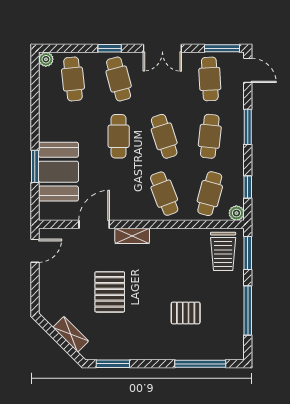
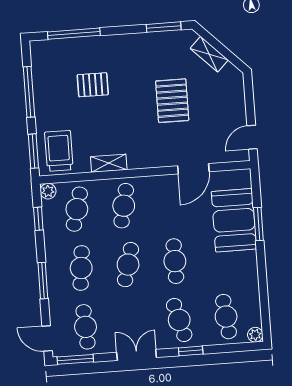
cafe table: (164, 136) -> (128, 265), turned 33
cafe table: (164, 194) -> (124, 206), turned 33
shelving: (132, 236) -> (109, 163), moved

